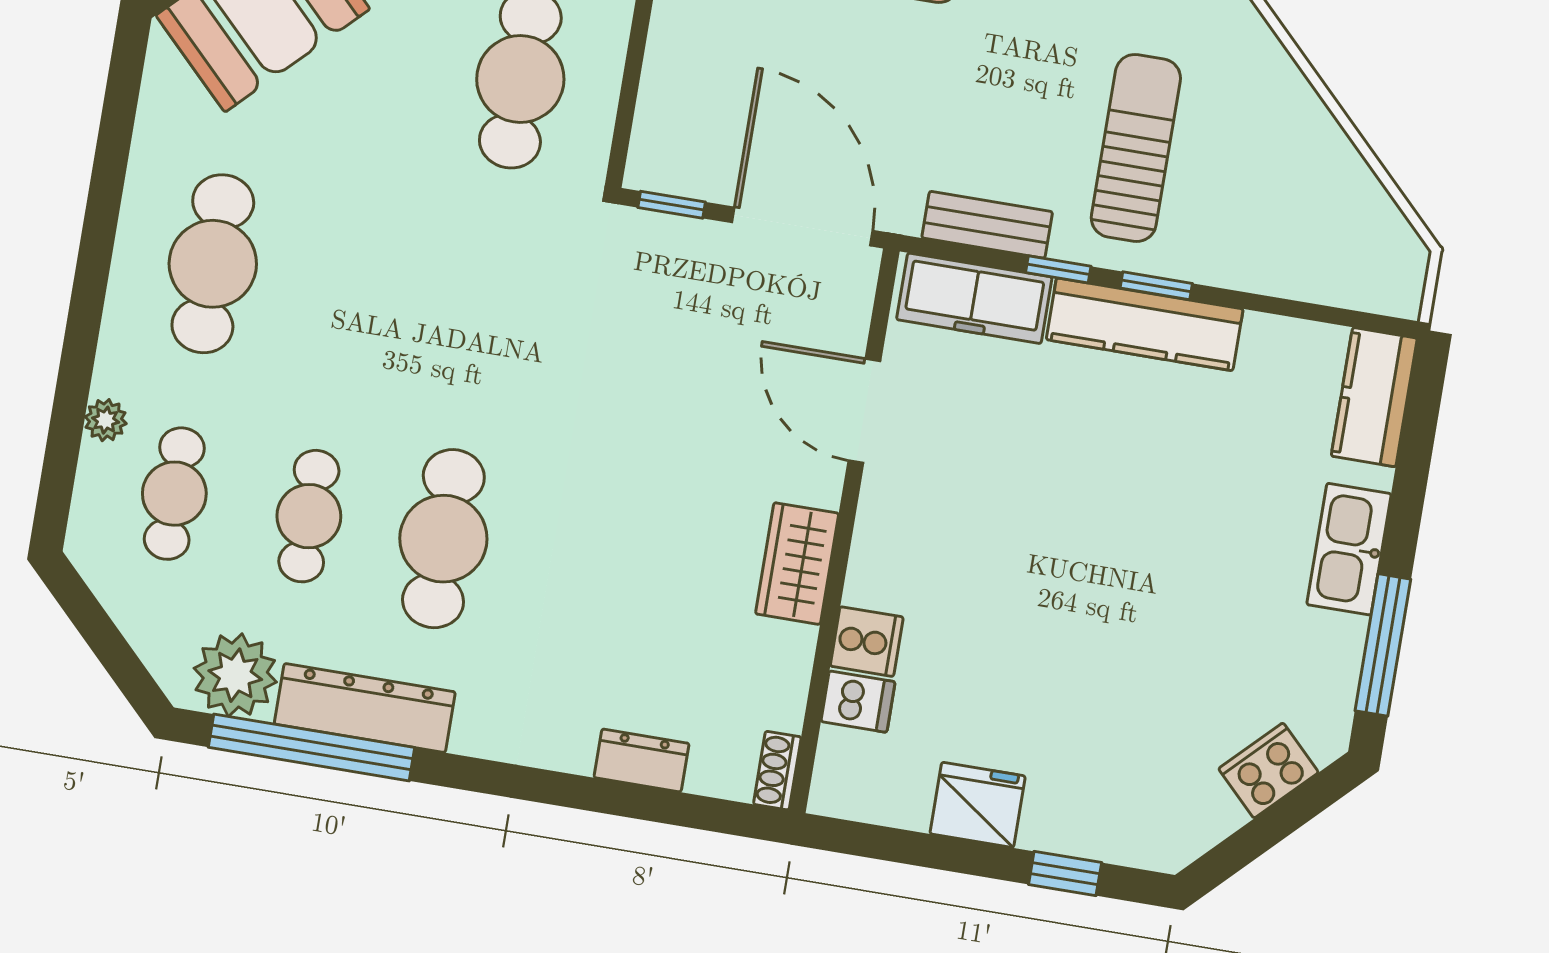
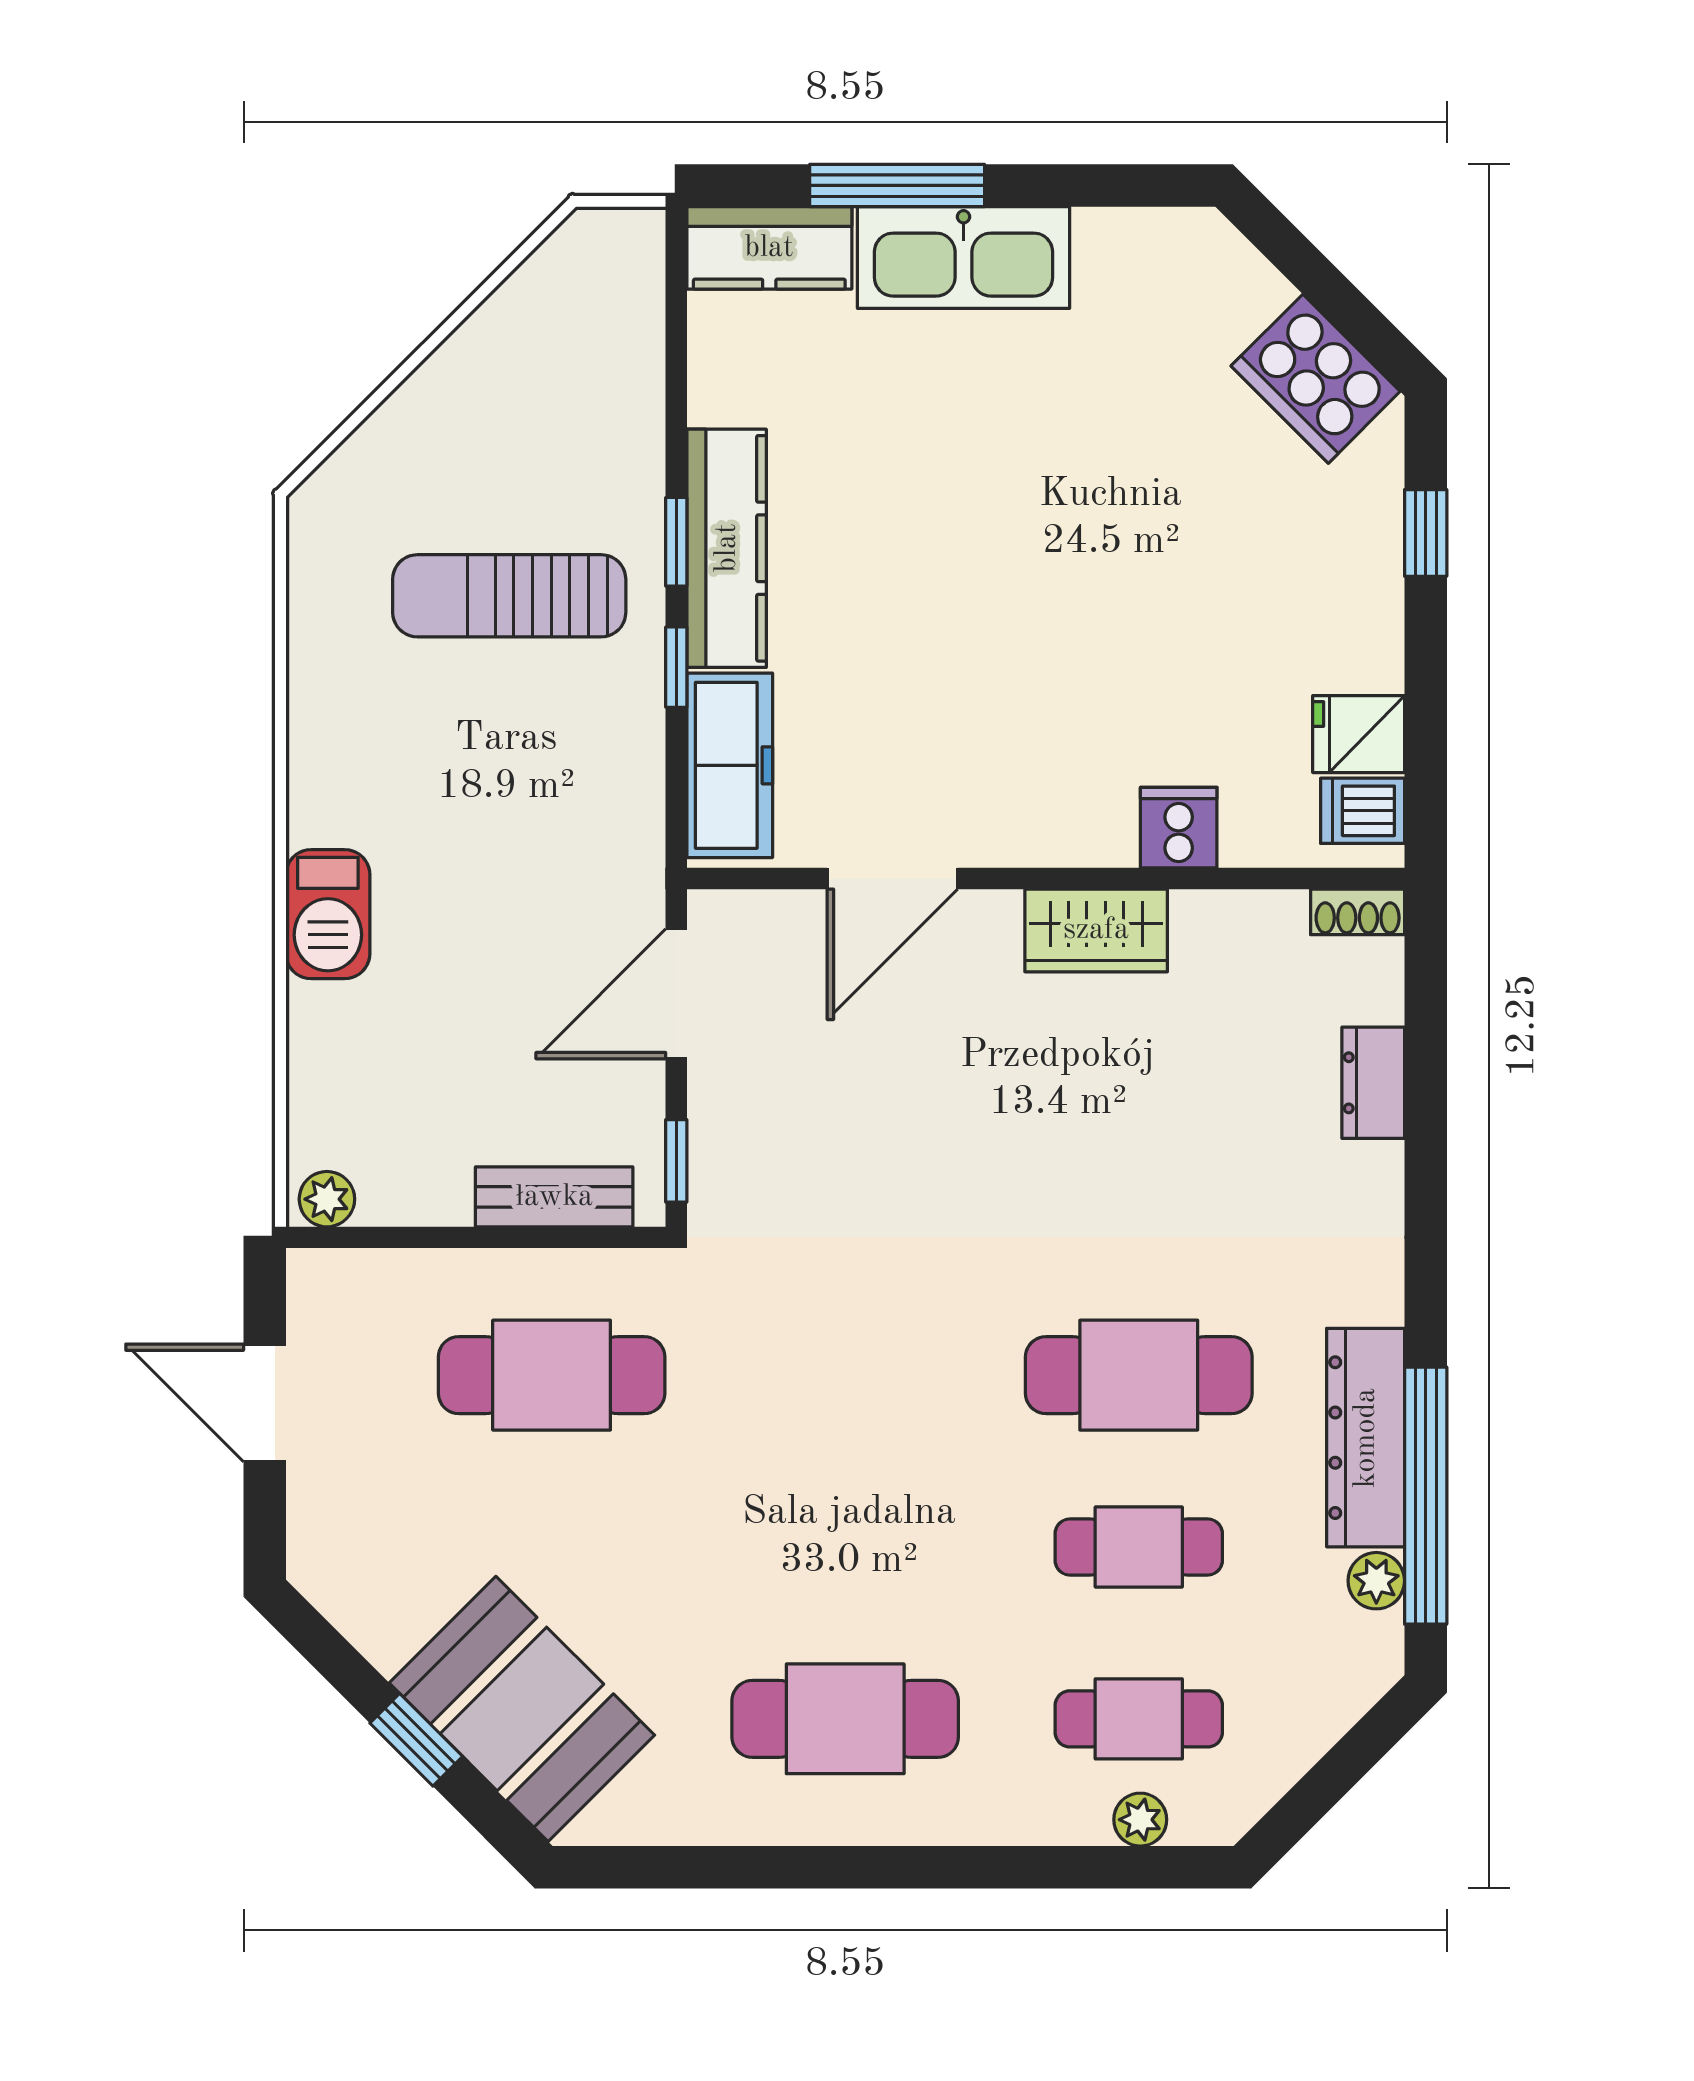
bench: (987, 225) -> (554, 1197), moved, turned 90
door: (802, 227) -> (676, 994), width x0.73
plant: (106, 420) -> (1140, 1820), moved
kitchen sink: (1349, 549) -> (963, 257), width x1.36, depth x1.24
window: (1383, 645) -> (897, 185), moved
plant: (235, 675) -> (1376, 1581), width x0.53, depth x0.53
dishwasher: (858, 702) -> (1363, 811), moved, turned -90
cooker: (1269, 771) -> (1316, 379), moved, width x1.37, depth x1.31
fridge: (978, 805) -> (1359, 734), moved, width x0.72

